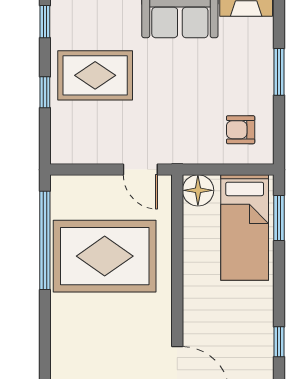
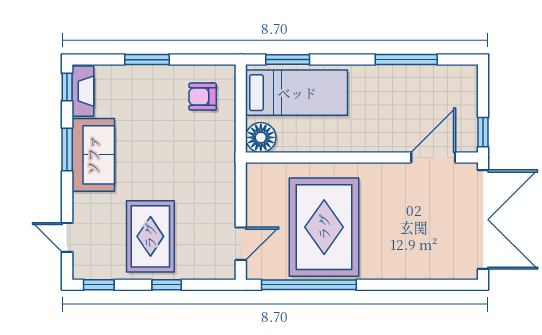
armchair: (241, 130) -> (203, 97), turned 90
door: (140, 170) -> (241, 244), moved
window: (279, 342) -> (406, 60), width x2.17

